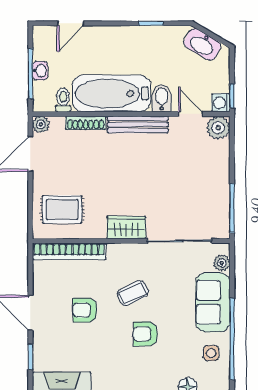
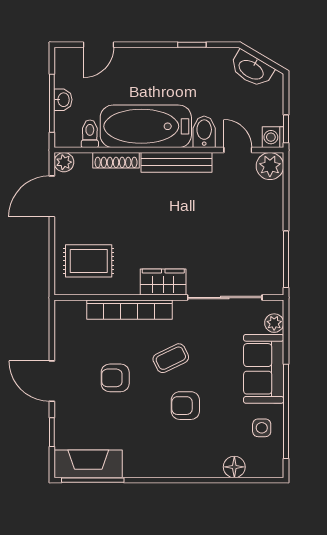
bookcase: (69, 251) -> (129, 310), moved

